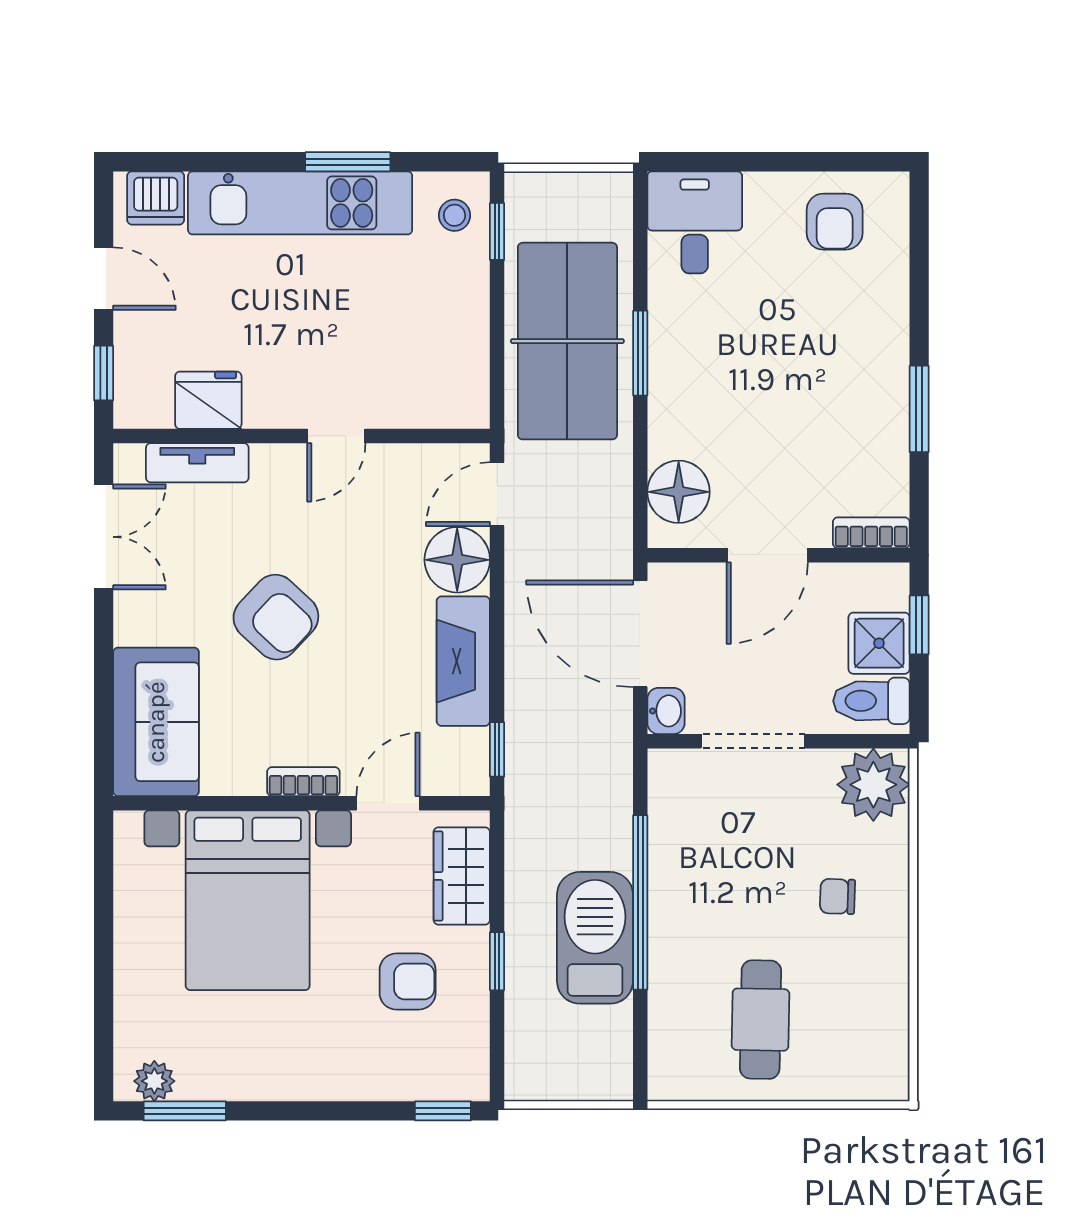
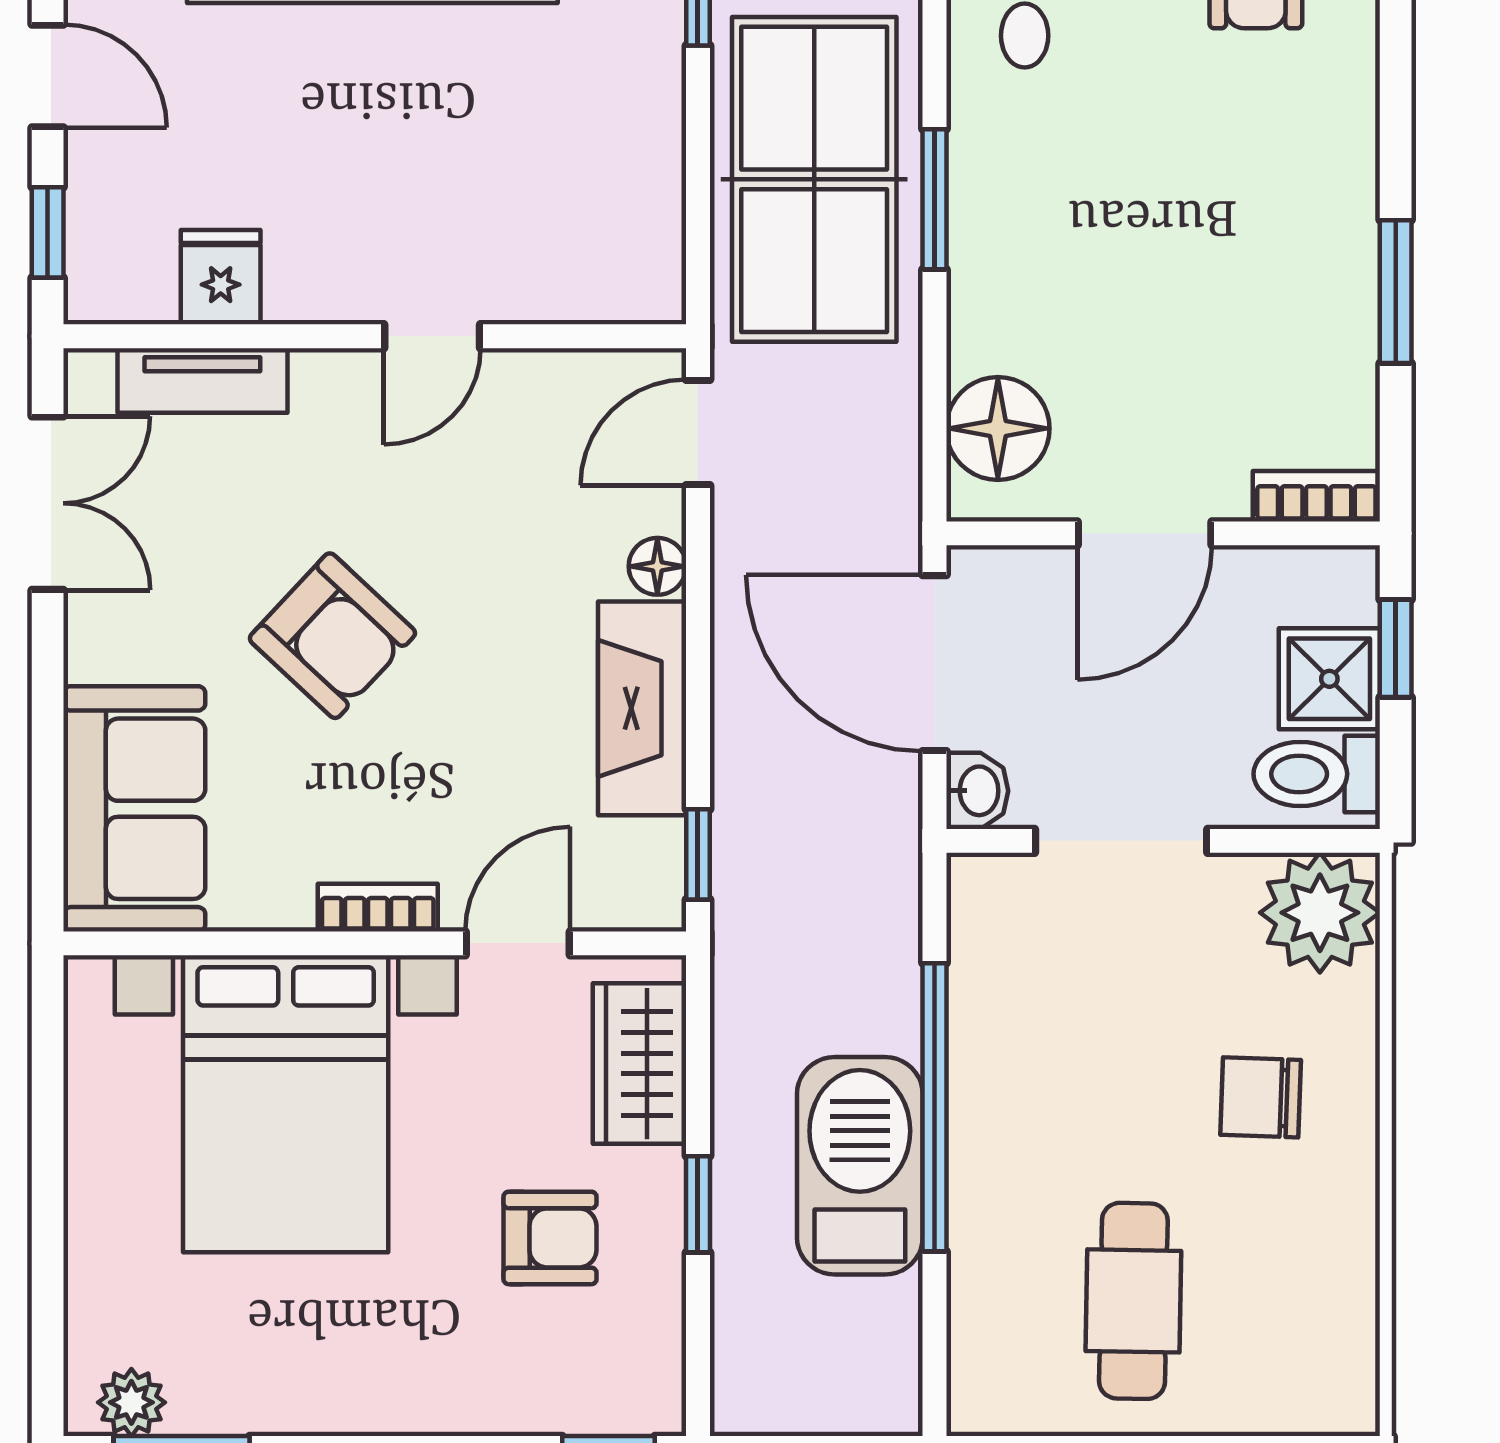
fridge: (208, 400) -> (221, 277), width x0.72
floor lamp: (457, 560) -> (657, 566), width x0.53, depth x0.53
chair: (837, 896) -> (1261, 1097), width x1.37, depth x1.37

